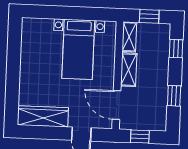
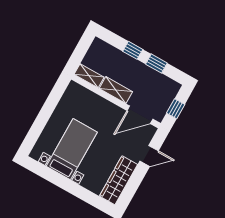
window: (149, 16) -> (80, 51), removed
bed with nightstands: (78, 49) -> (72, 149), moved, turned -90
window: (176, 49) -> (133, 50), moved

